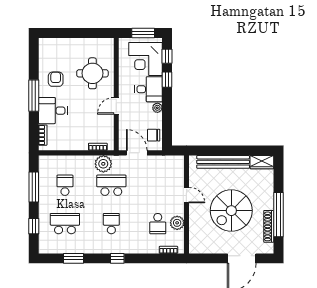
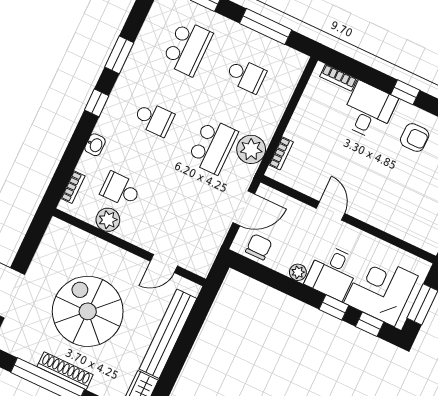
round table: (92, 73) -> (397, 198), removed
window: (34, 96) -> (405, 92), width x0.46
door: (186, 195) -> (164, 264), moved
shoe rack: (269, 226) -> (65, 371), moved
washbasin: (140, 249) -> (95, 145), added
window: (74, 258) -> (119, 55), moved

